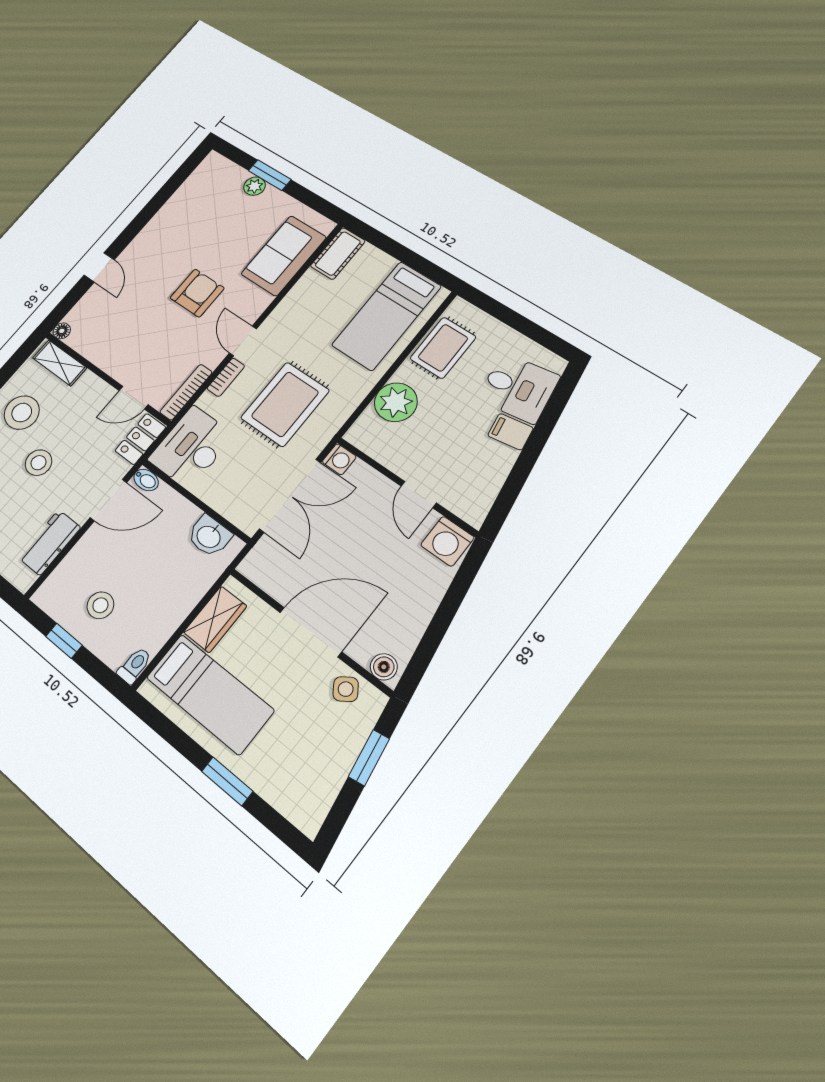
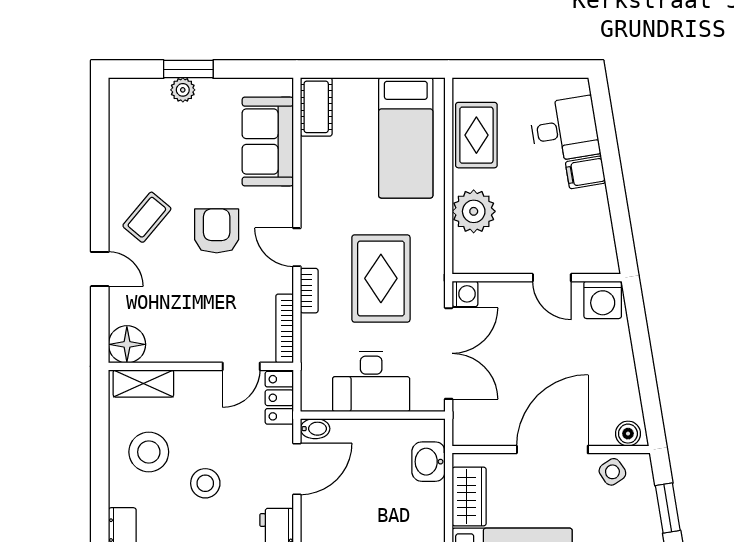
coffee table: (159, 254) -> (147, 217), added
floor lamp: (62, 331) -> (127, 344), width x1.89, depth x1.89
desk: (191, 447) -> (371, 381), moved, turned -90
washbasin: (209, 536) -> (429, 462), moved, turned 90

